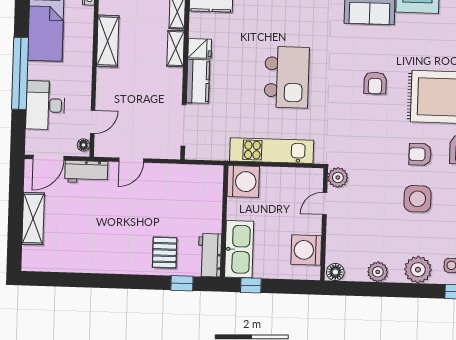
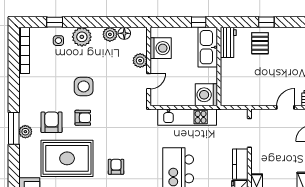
plant: (338, 177) -> (140, 61), moved
floor lamp: (335, 272) -> (124, 33), moved
window: (182, 283) -> (266, 22), moved

